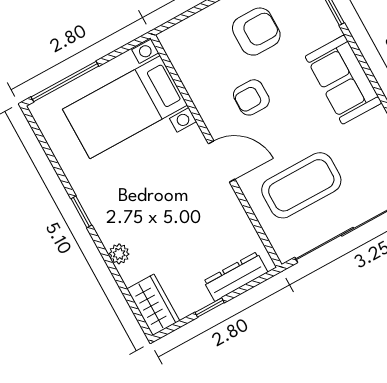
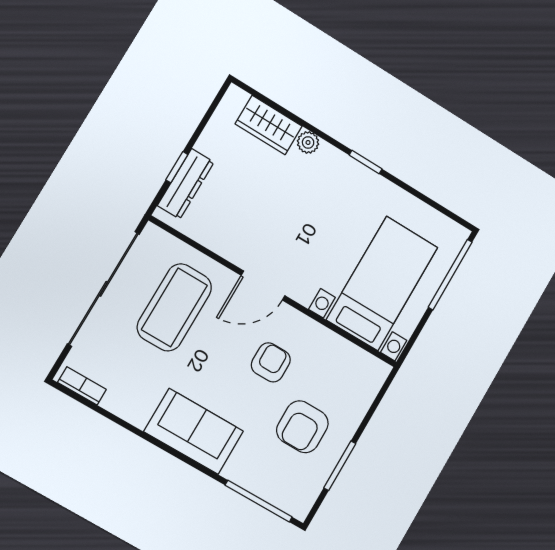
wardrobe: (153, 305) -> (269, 125), moved
window: (210, 307) -> (177, 167), moved

